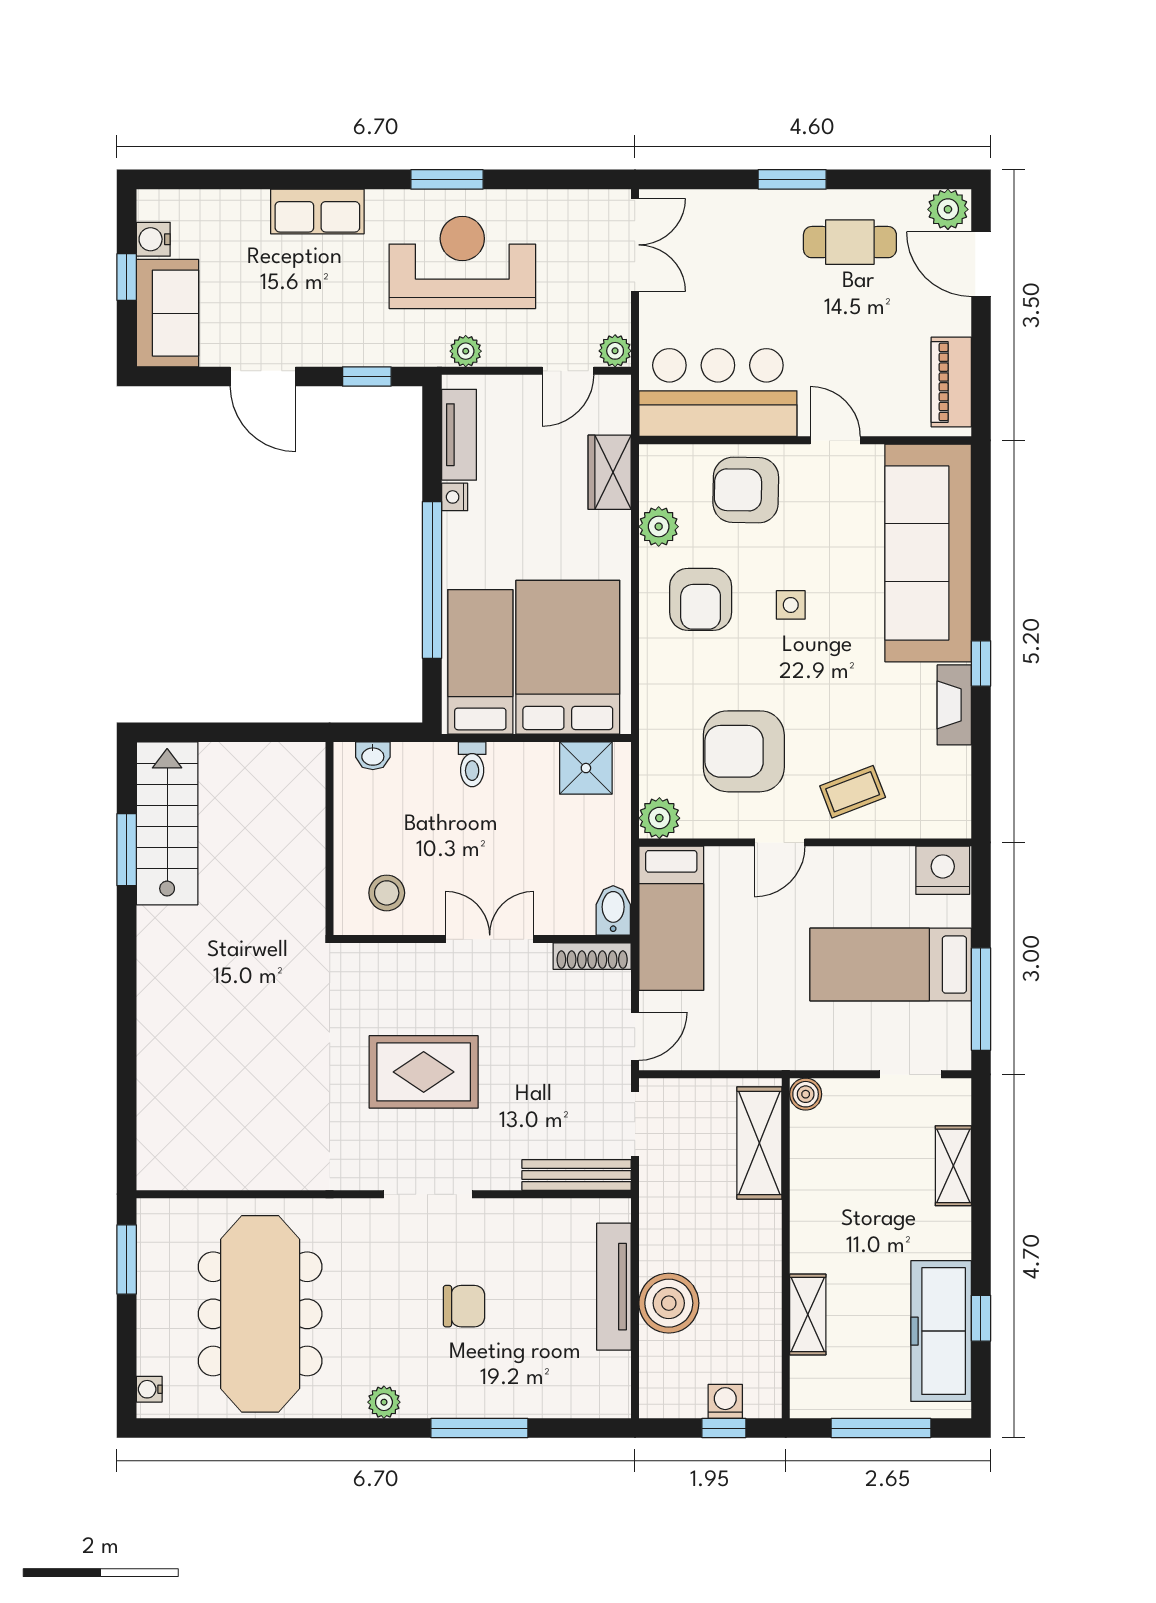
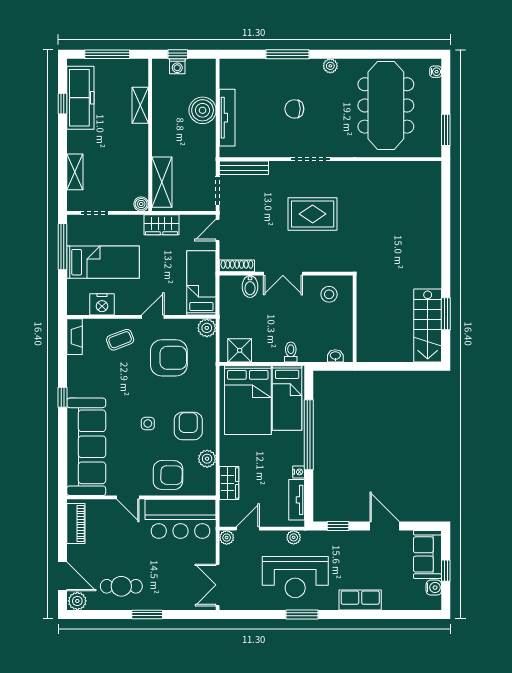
fireplace: (954, 705) -> (74, 337), moved
nightstand: (943, 870) -> (102, 304), moved
bidet: (613, 910) -> (250, 286), moved
wardrobe: (760, 1048) -> (161, 225), added

